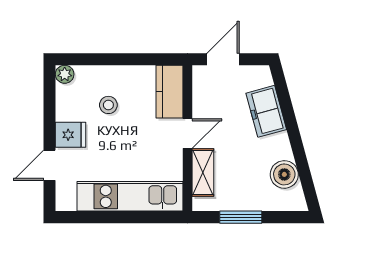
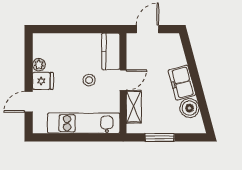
plant: (65, 74) -> (39, 65), moved
stool: (108, 105) -> (89, 80), moved
freezer: (266, 111) -> (182, 83), moved

